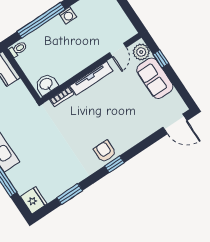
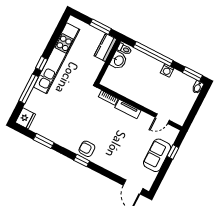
plant: (141, 52) -> (170, 136), removed
tv unit: (91, 78) -> (128, 109), width x0.71
washbasin: (46, 84) -> (119, 60), moved, turned 90
armchair: (105, 151) -> (87, 149), turned -90

